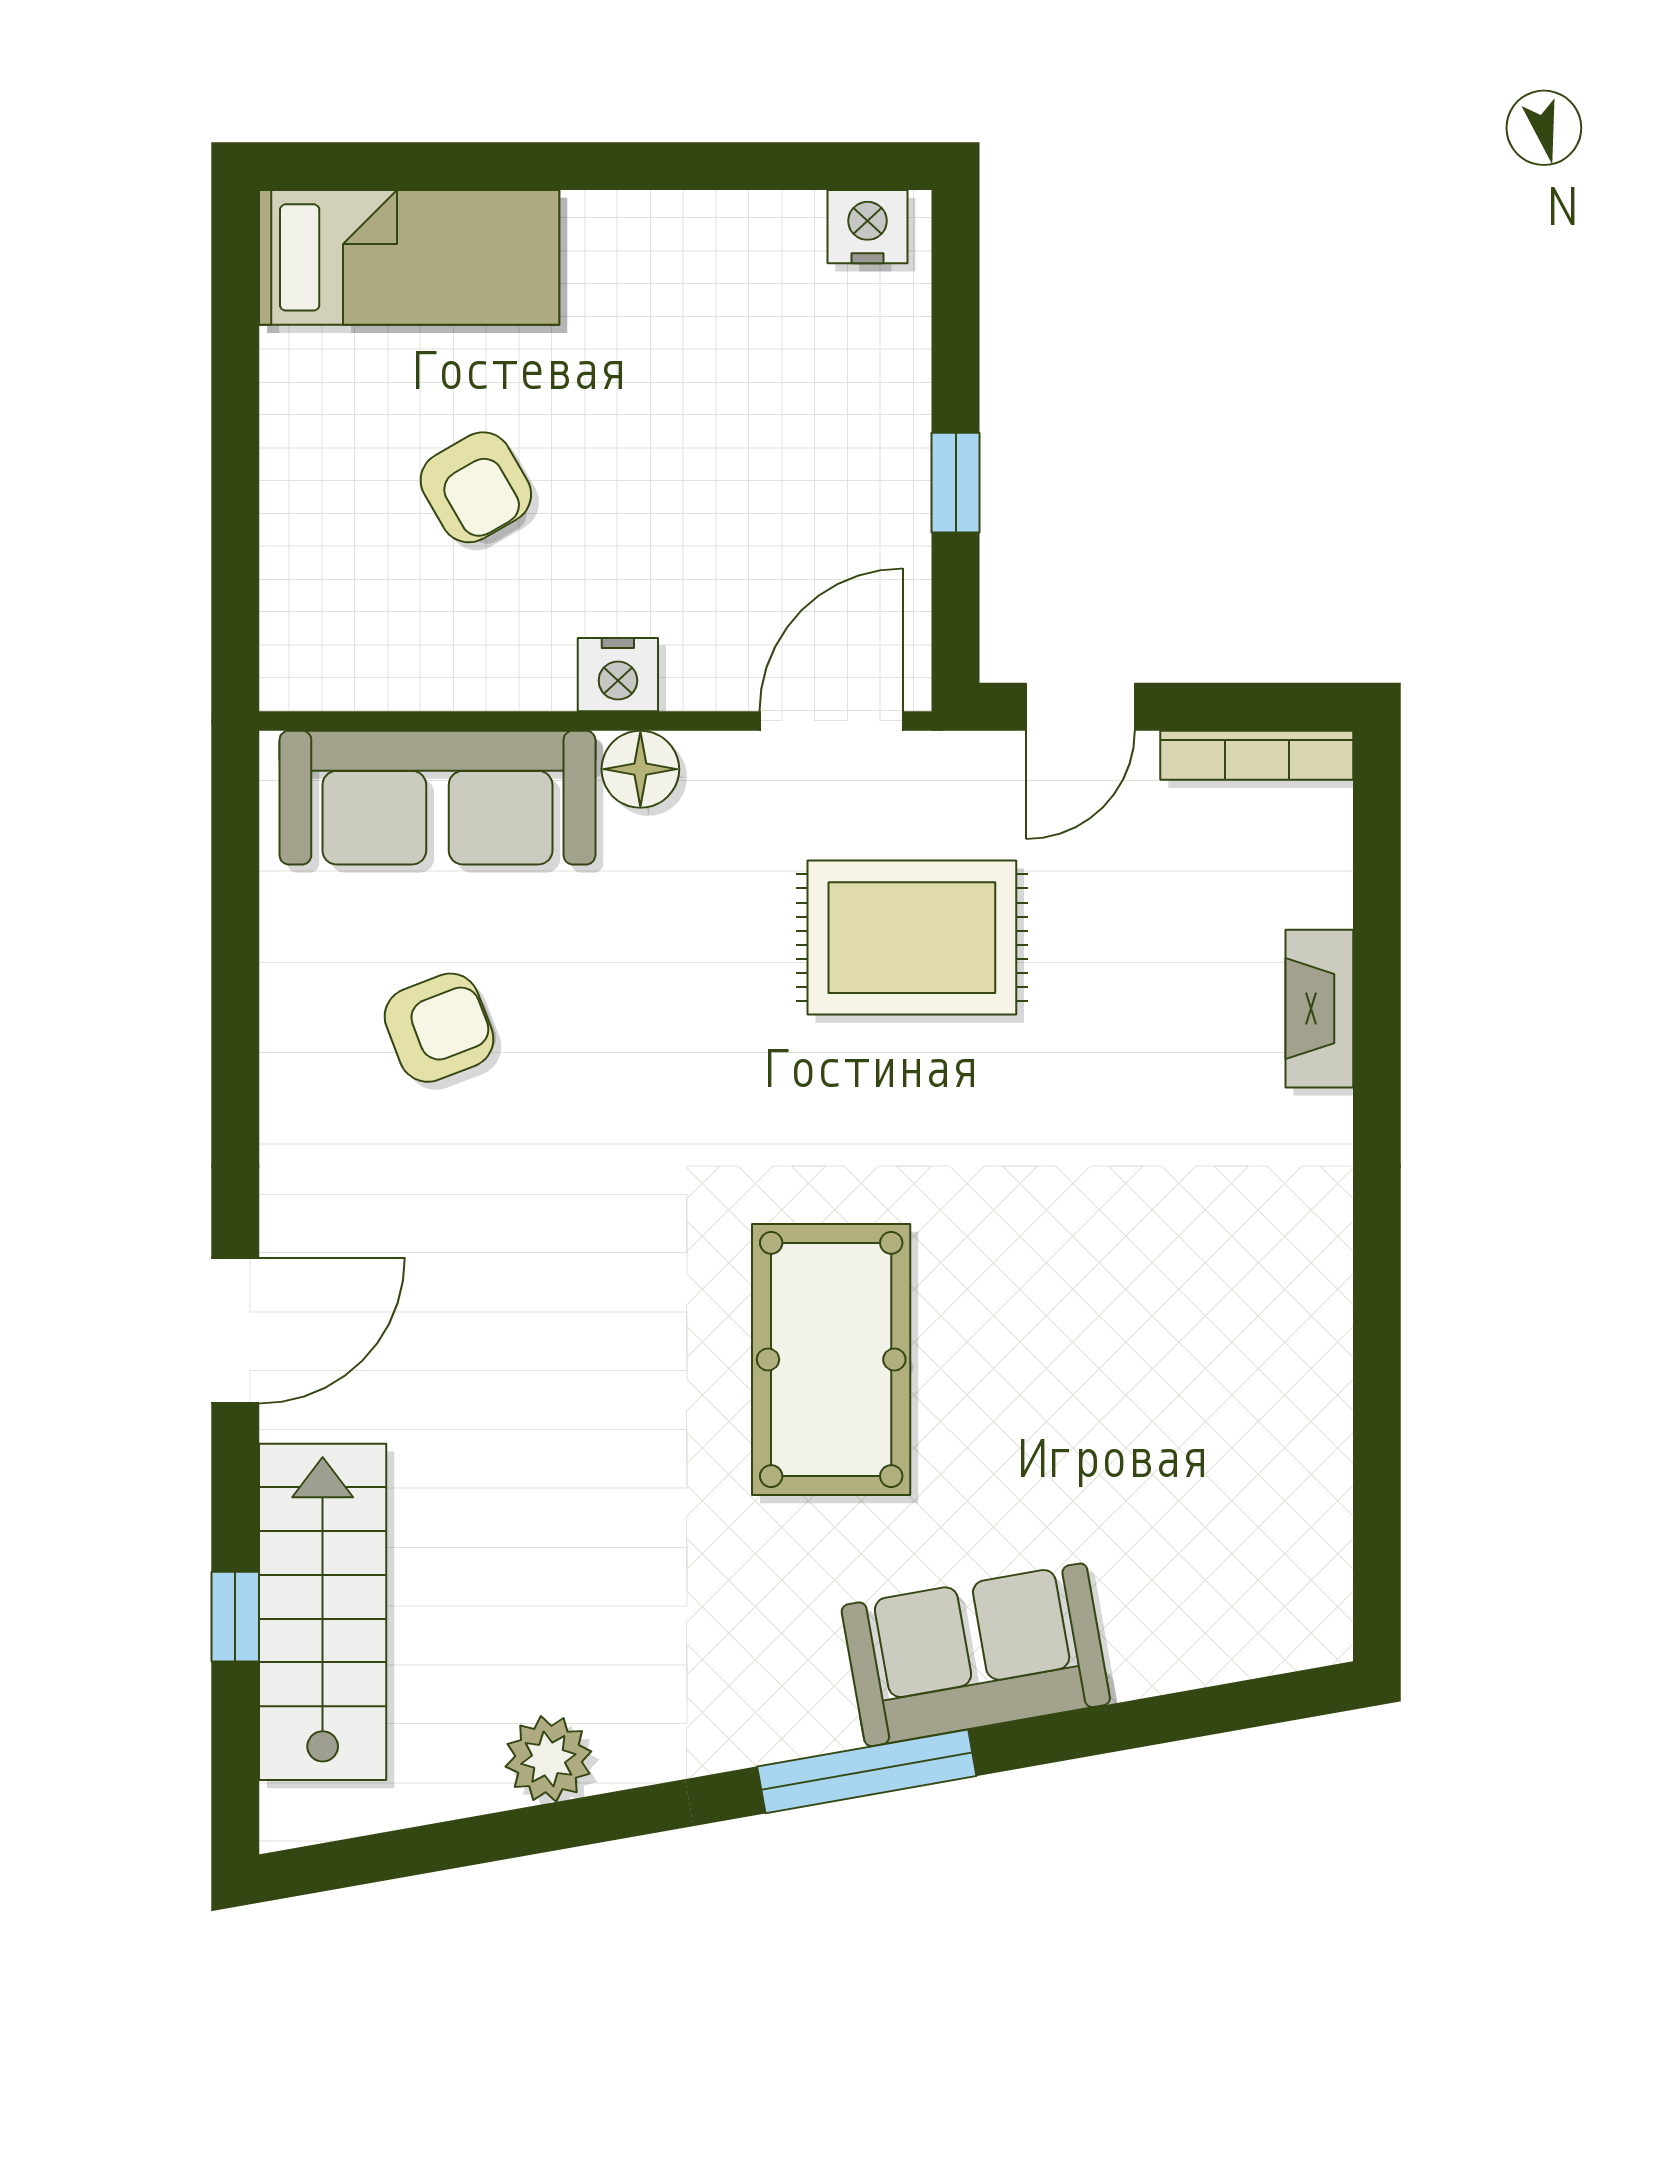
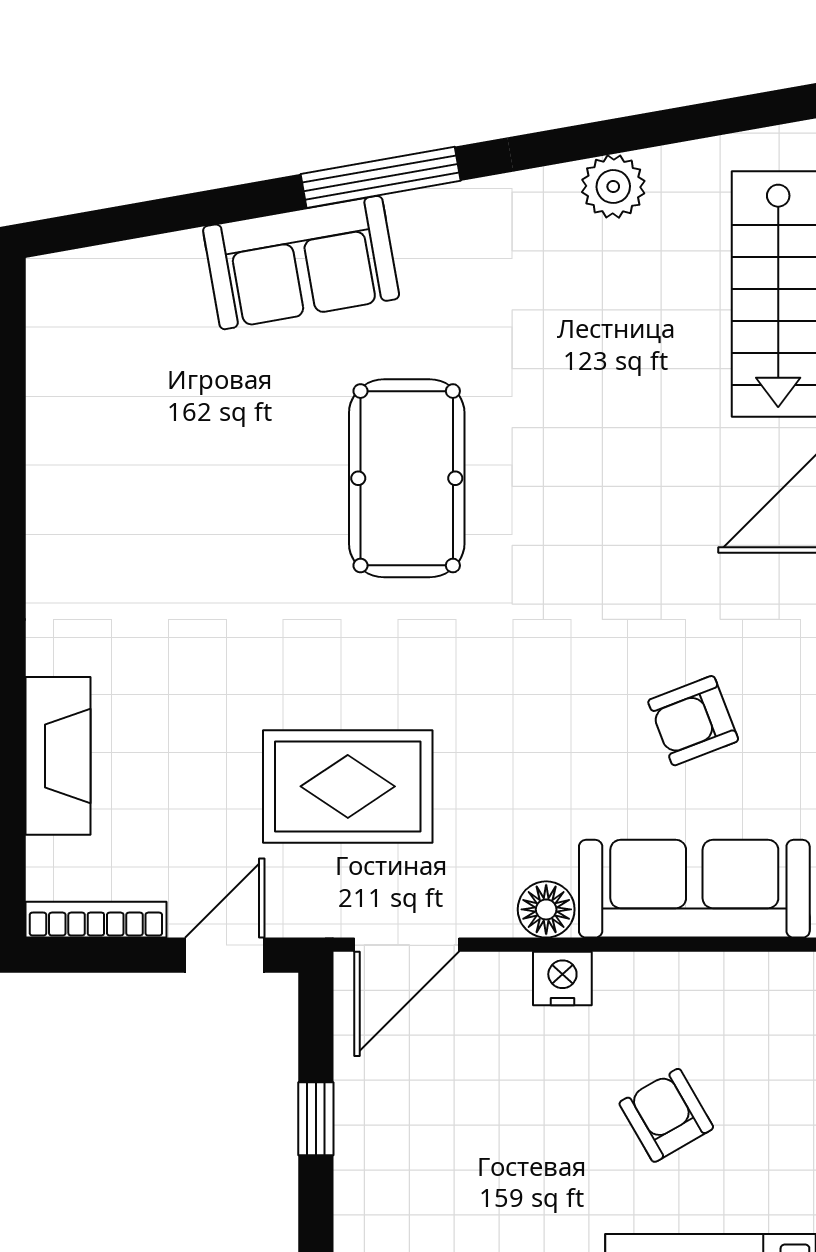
fireplace: (1319, 1009) -> (58, 756), width x1.37, depth x1.32

